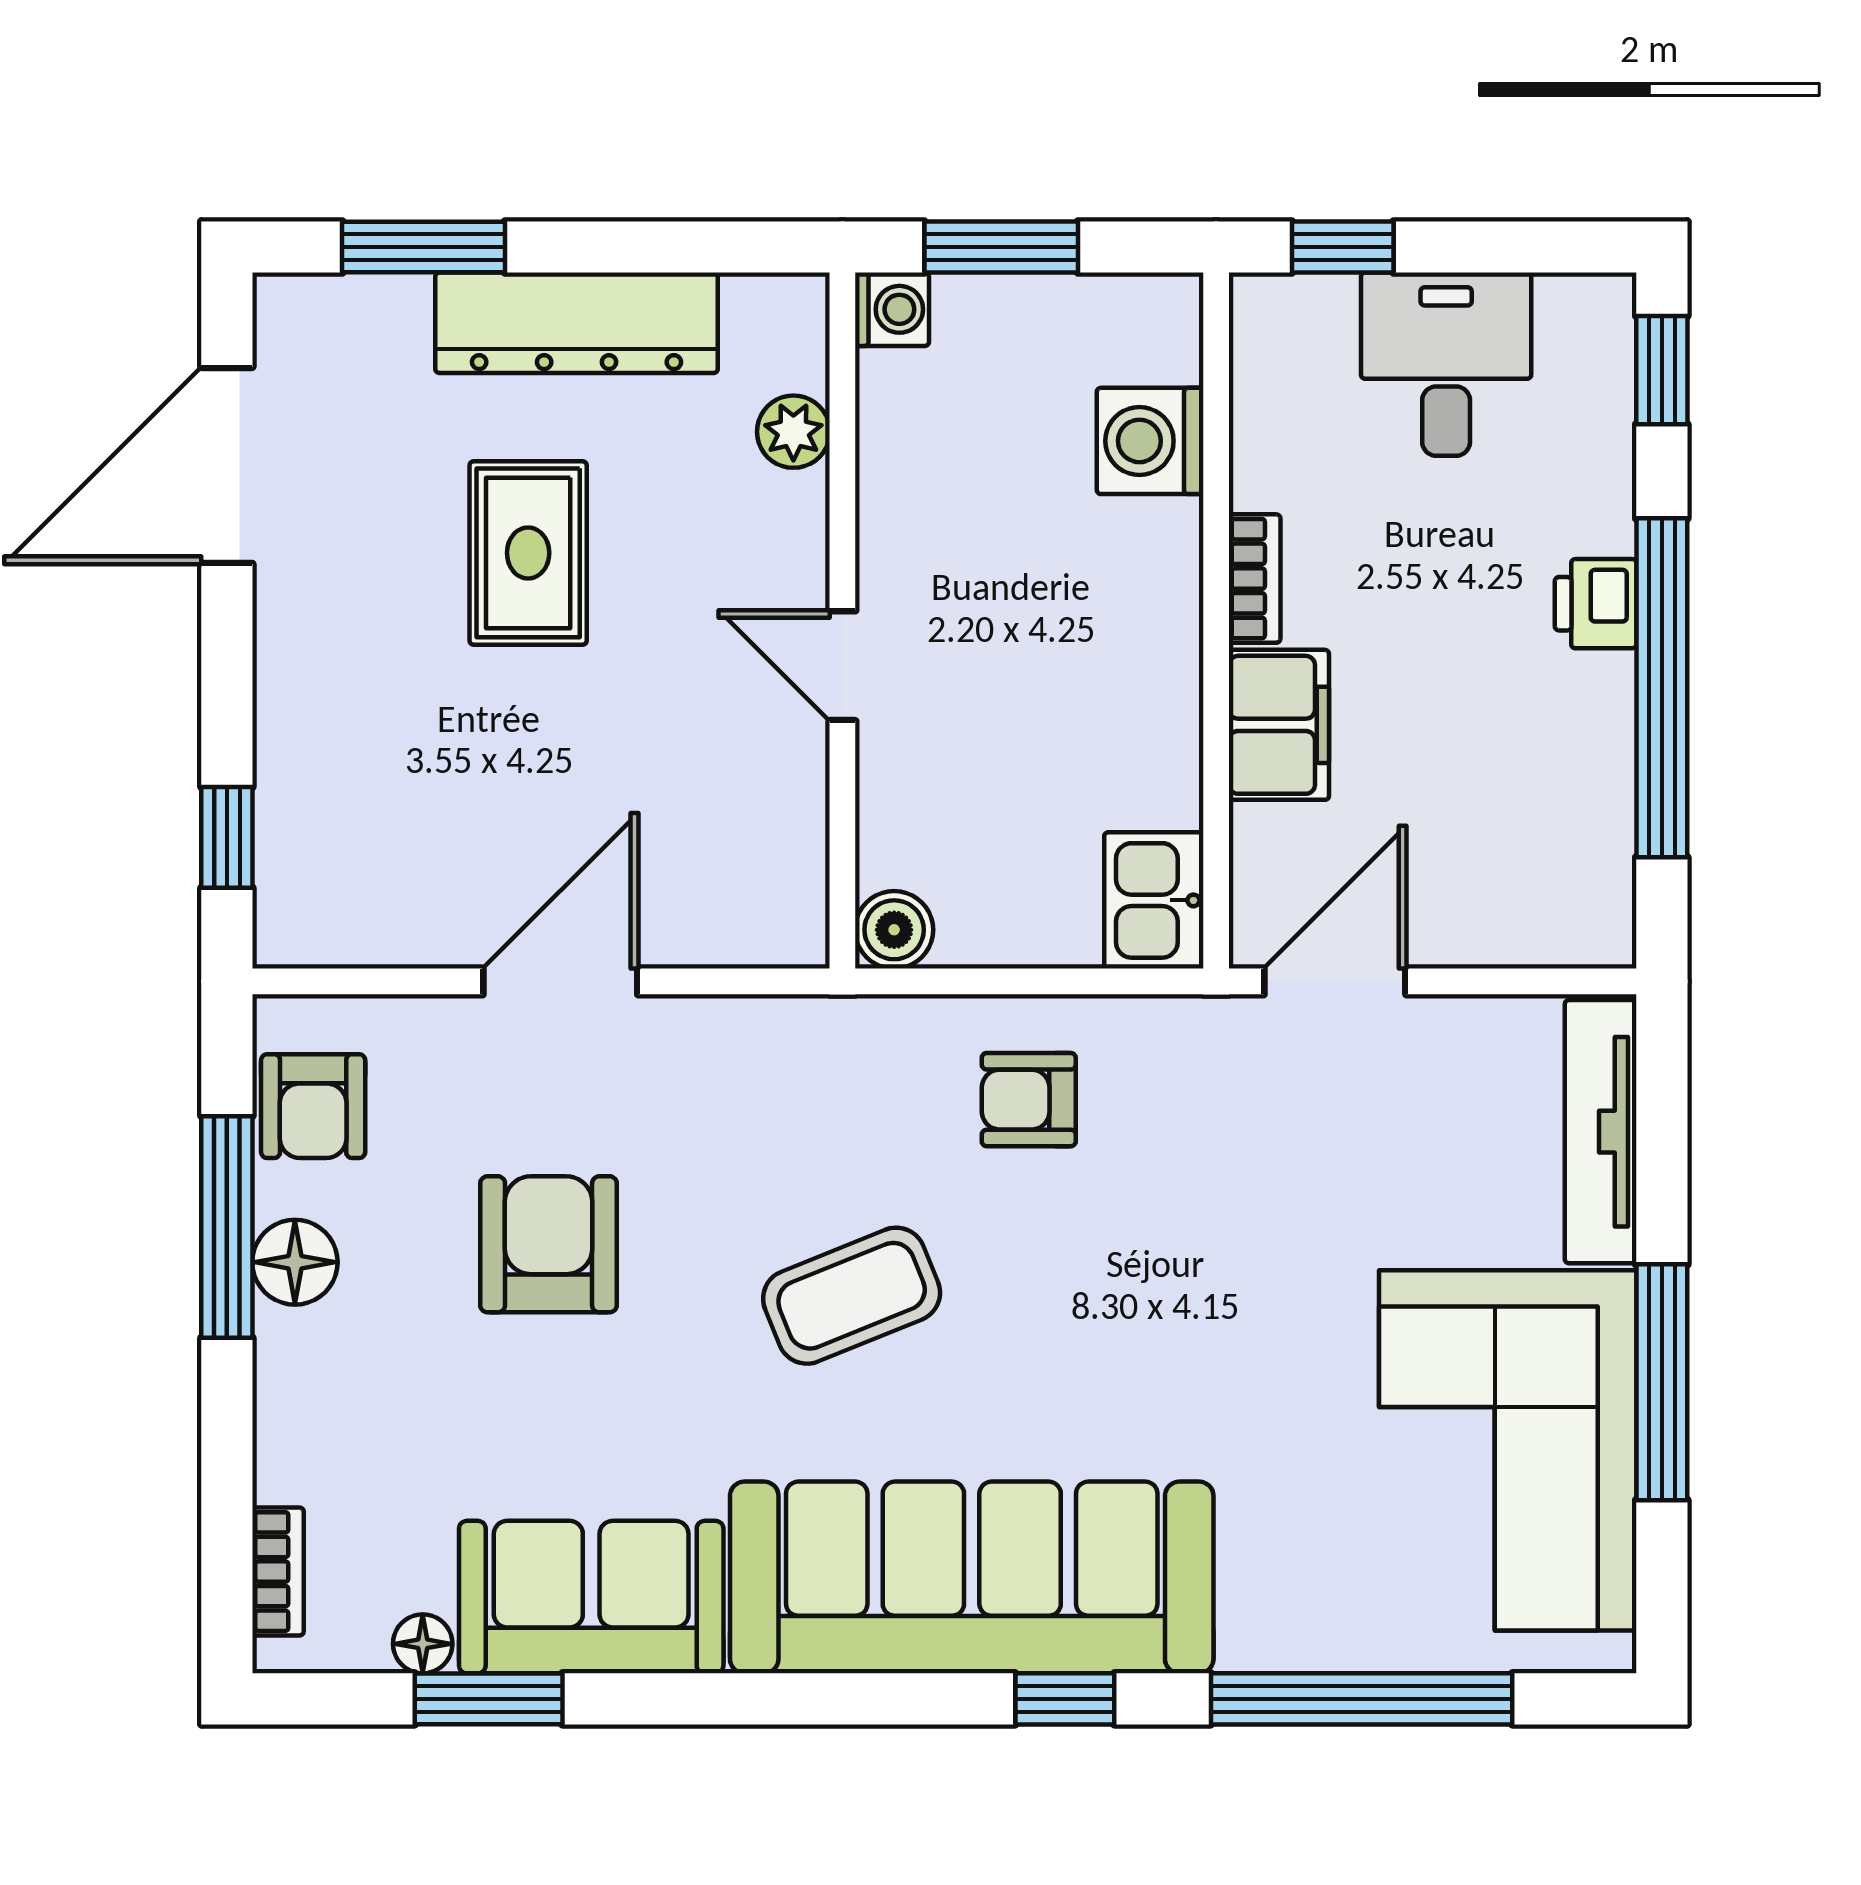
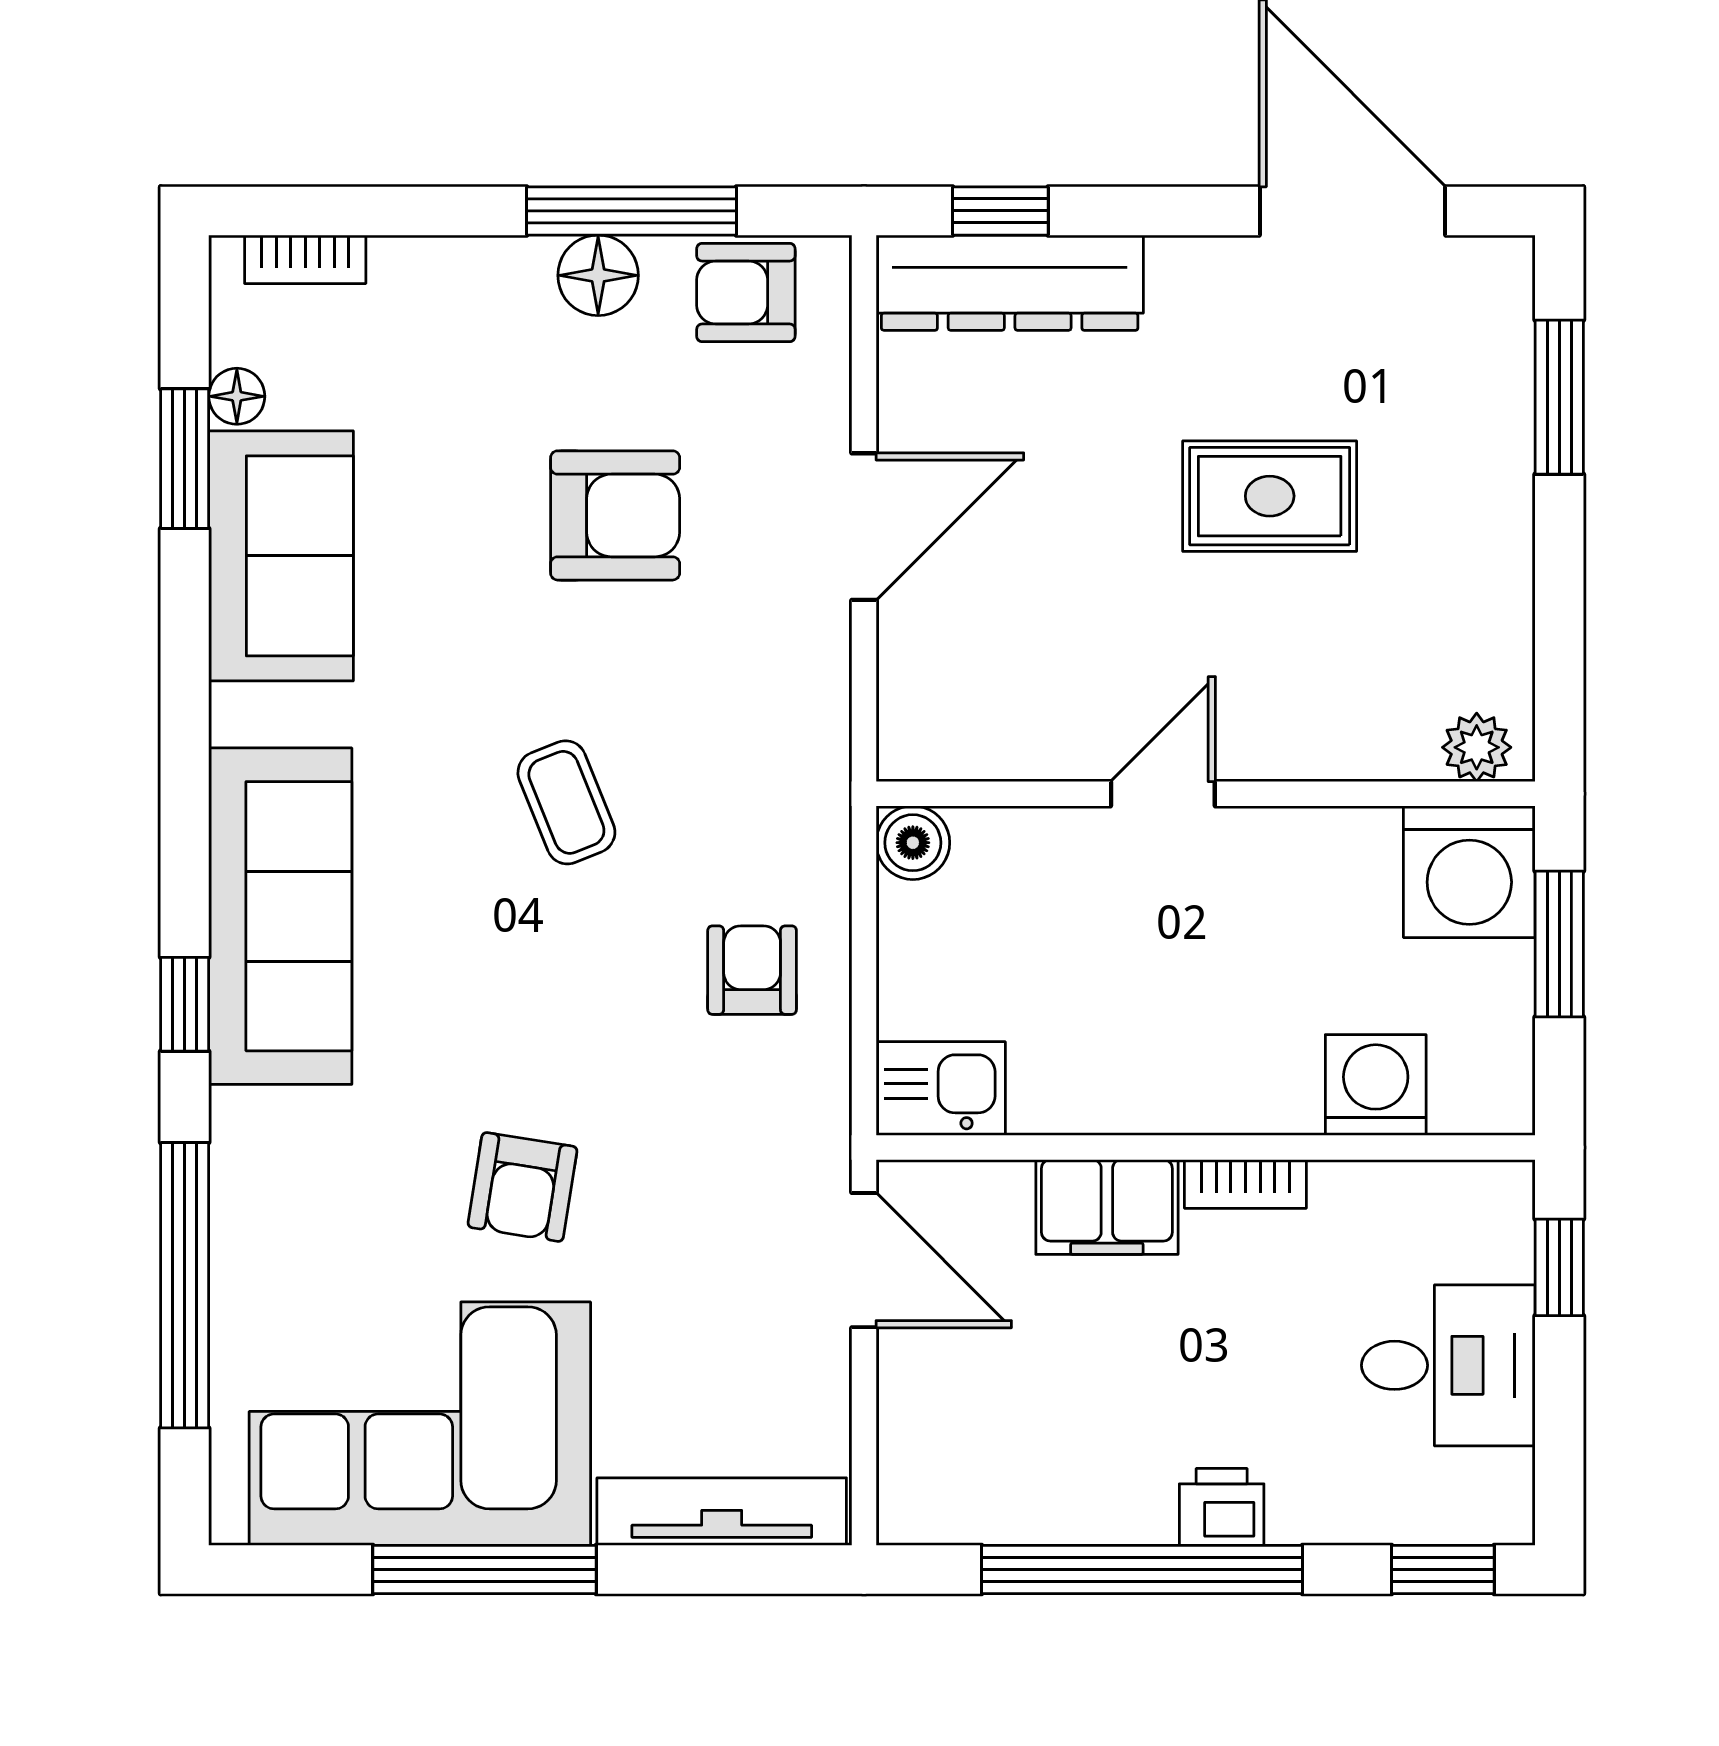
washing machine: (892, 309) -> (1469, 872), width x1.89, depth x1.89
dresser: (577, 323) -> (1010, 283), moved, turned -90
plant: (793, 432) -> (1477, 747), moved
door: (560, 981) -> (864, 527), hinge flipped
coffee table: (852, 1296) -> (566, 802), width x0.73, depth x0.77
armchair: (1258, 1342) -> (523, 1187), added
sofa: (972, 1577) -> (280, 916), width x0.74, depth x0.79

